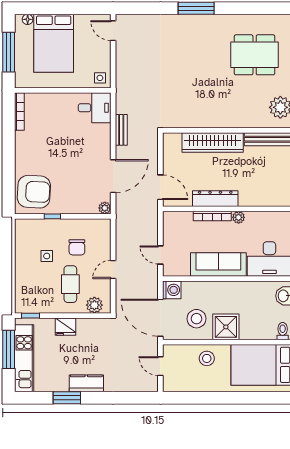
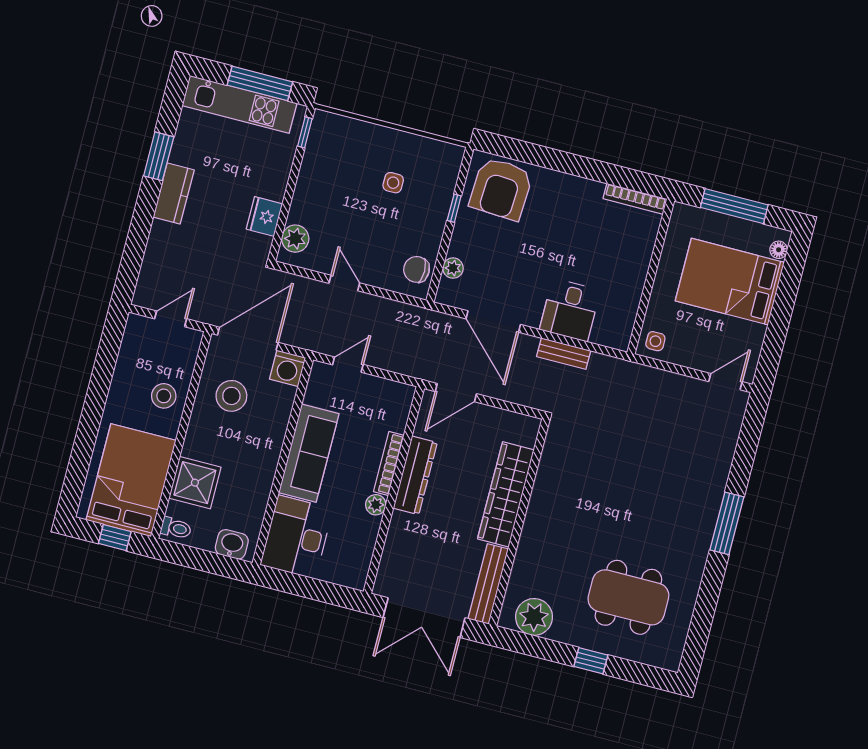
dining table: (255, 55) -> (628, 597), turned 90
desk: (95, 108) -> (570, 310), moved
plant: (105, 208) -> (453, 268), moved
chair: (77, 247) -> (417, 269), moved
cafe table: (70, 284) -> (339, 209), removed
fridge: (65, 327) -> (264, 216), moved
shower: (226, 327) -> (195, 483), moved

